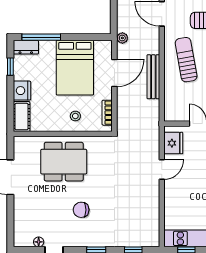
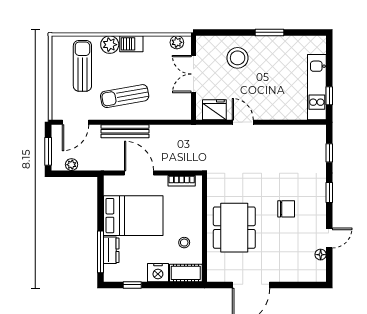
plant: (122, 38) -> (72, 165), moved
dresser: (26, 47) -> (111, 250), moved
bench: (153, 77) -> (125, 131), moved
stool: (75, 116) -> (184, 243), moved
chair: (81, 210) -> (286, 209), turned -90

